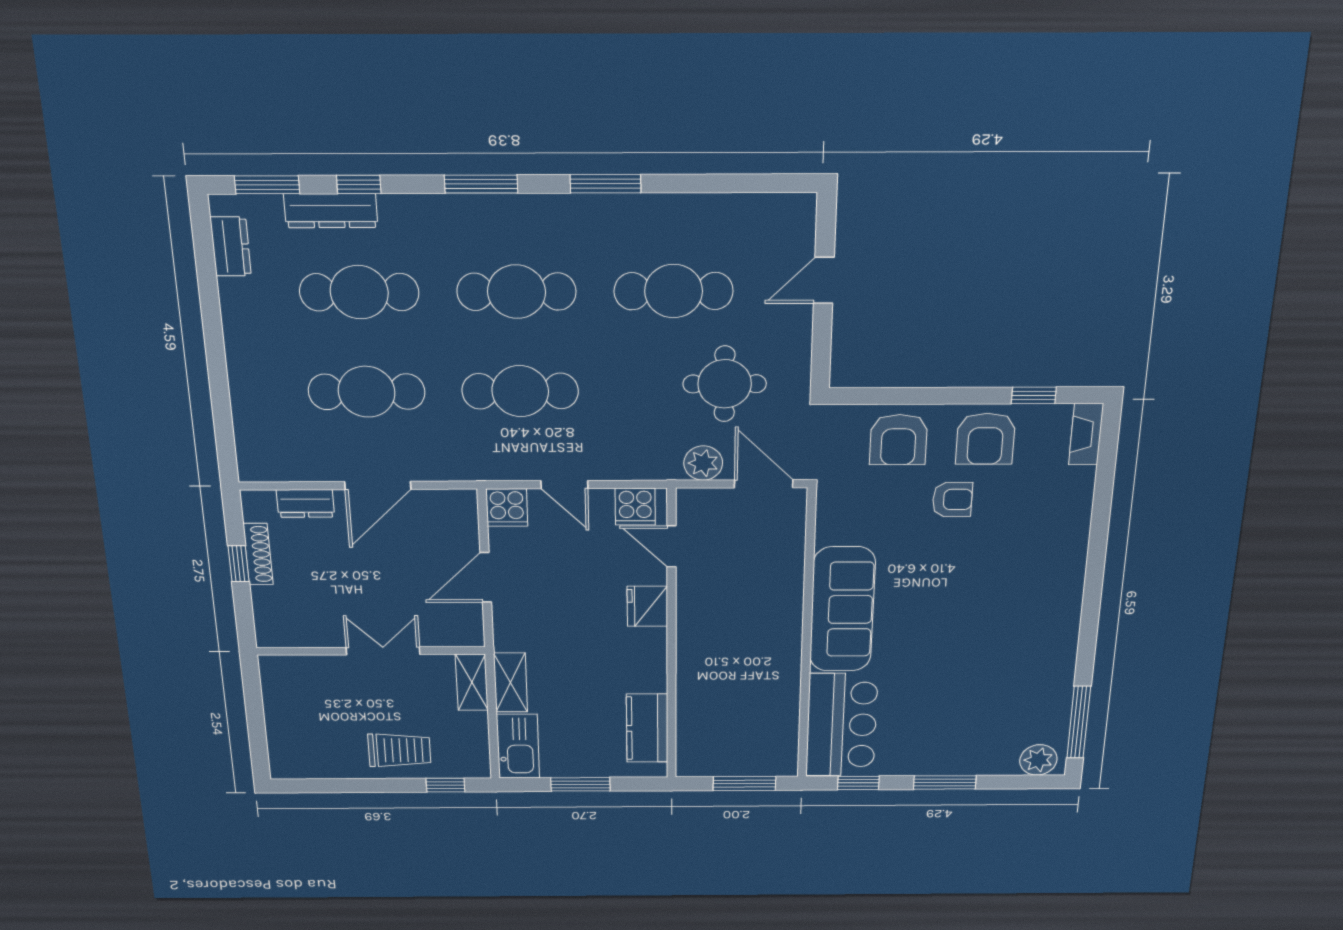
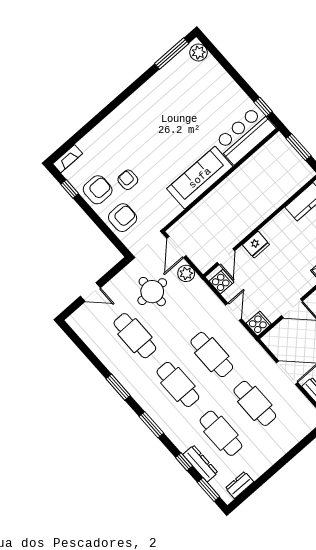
window: (945, 782) -> (236, 76), removed

